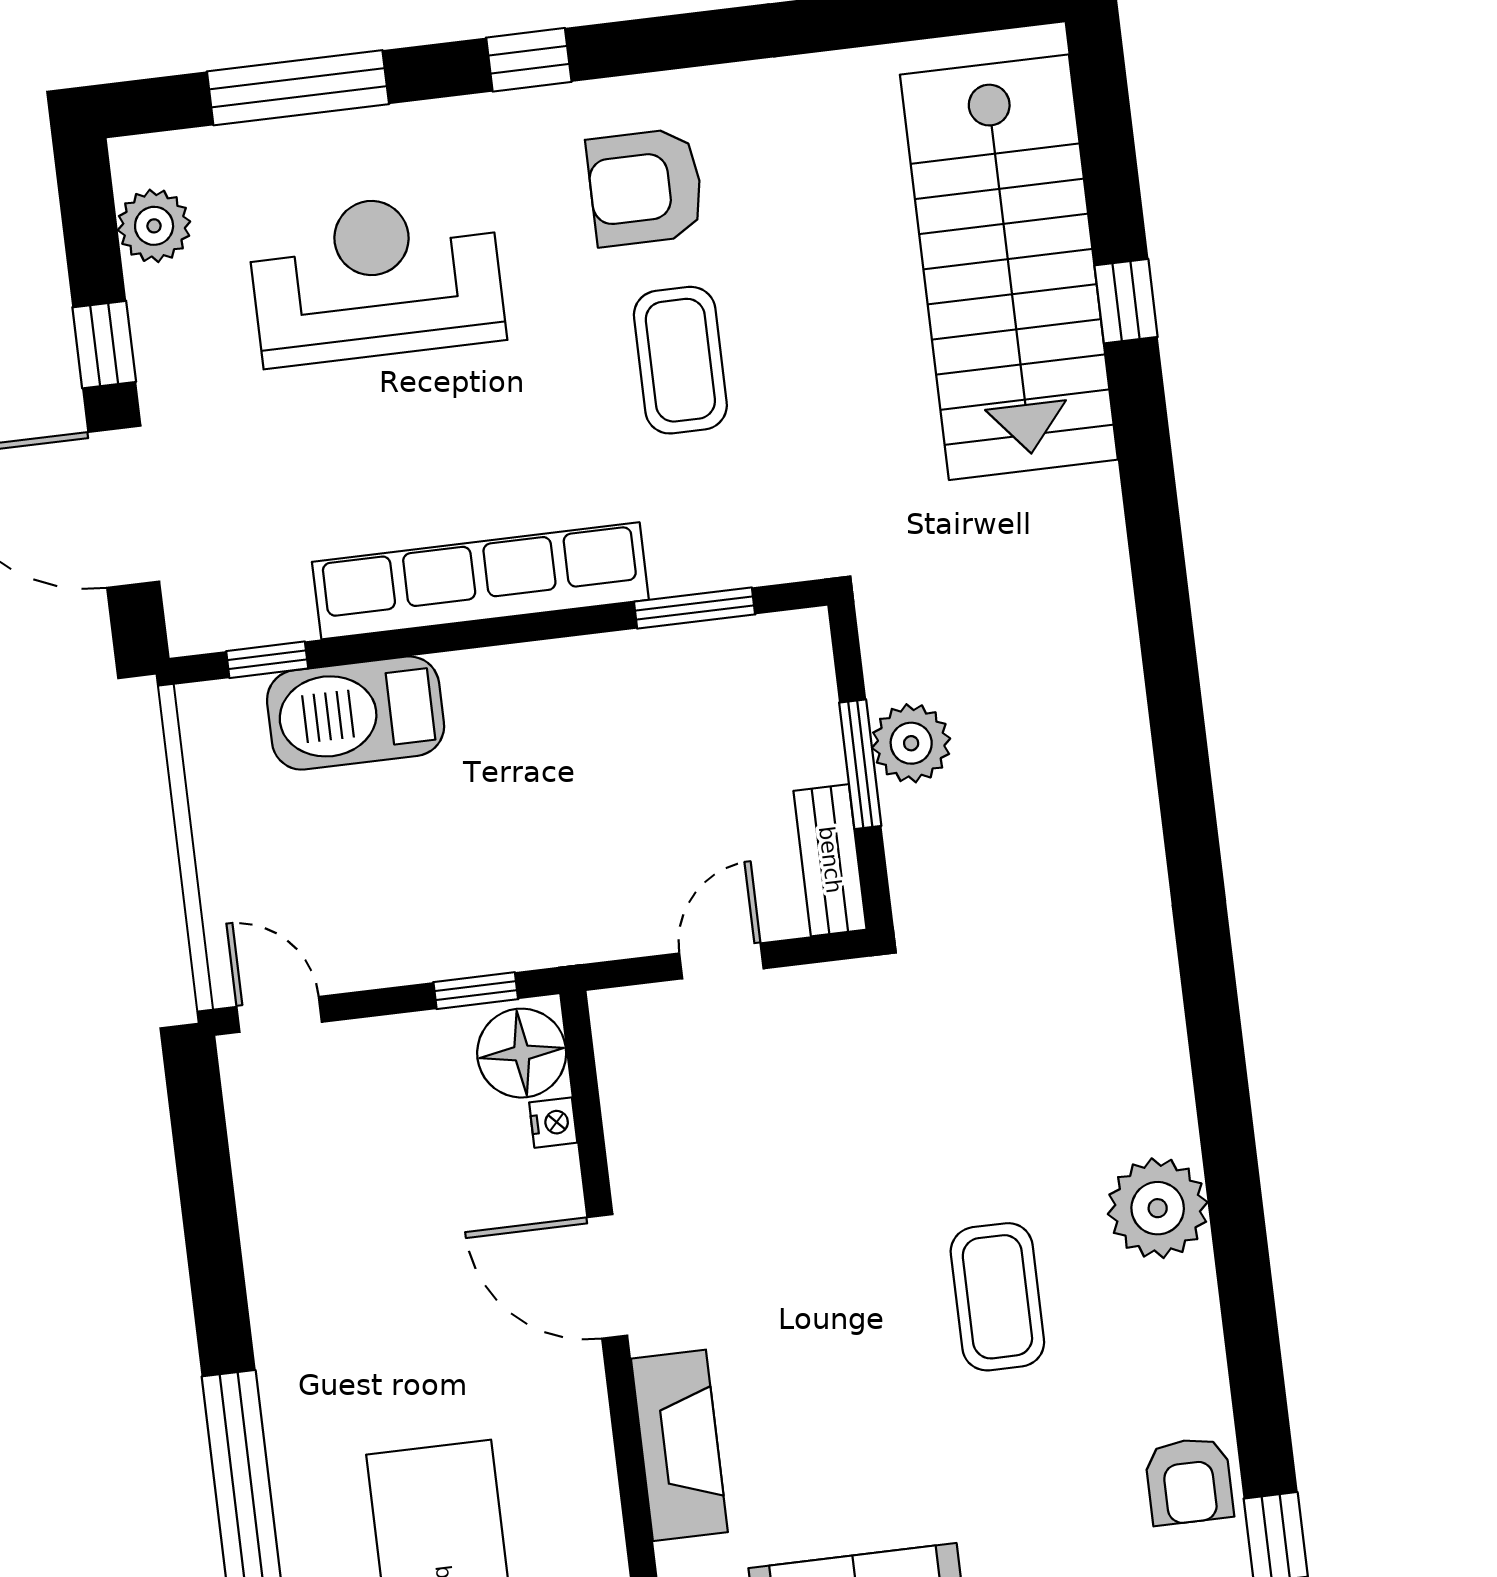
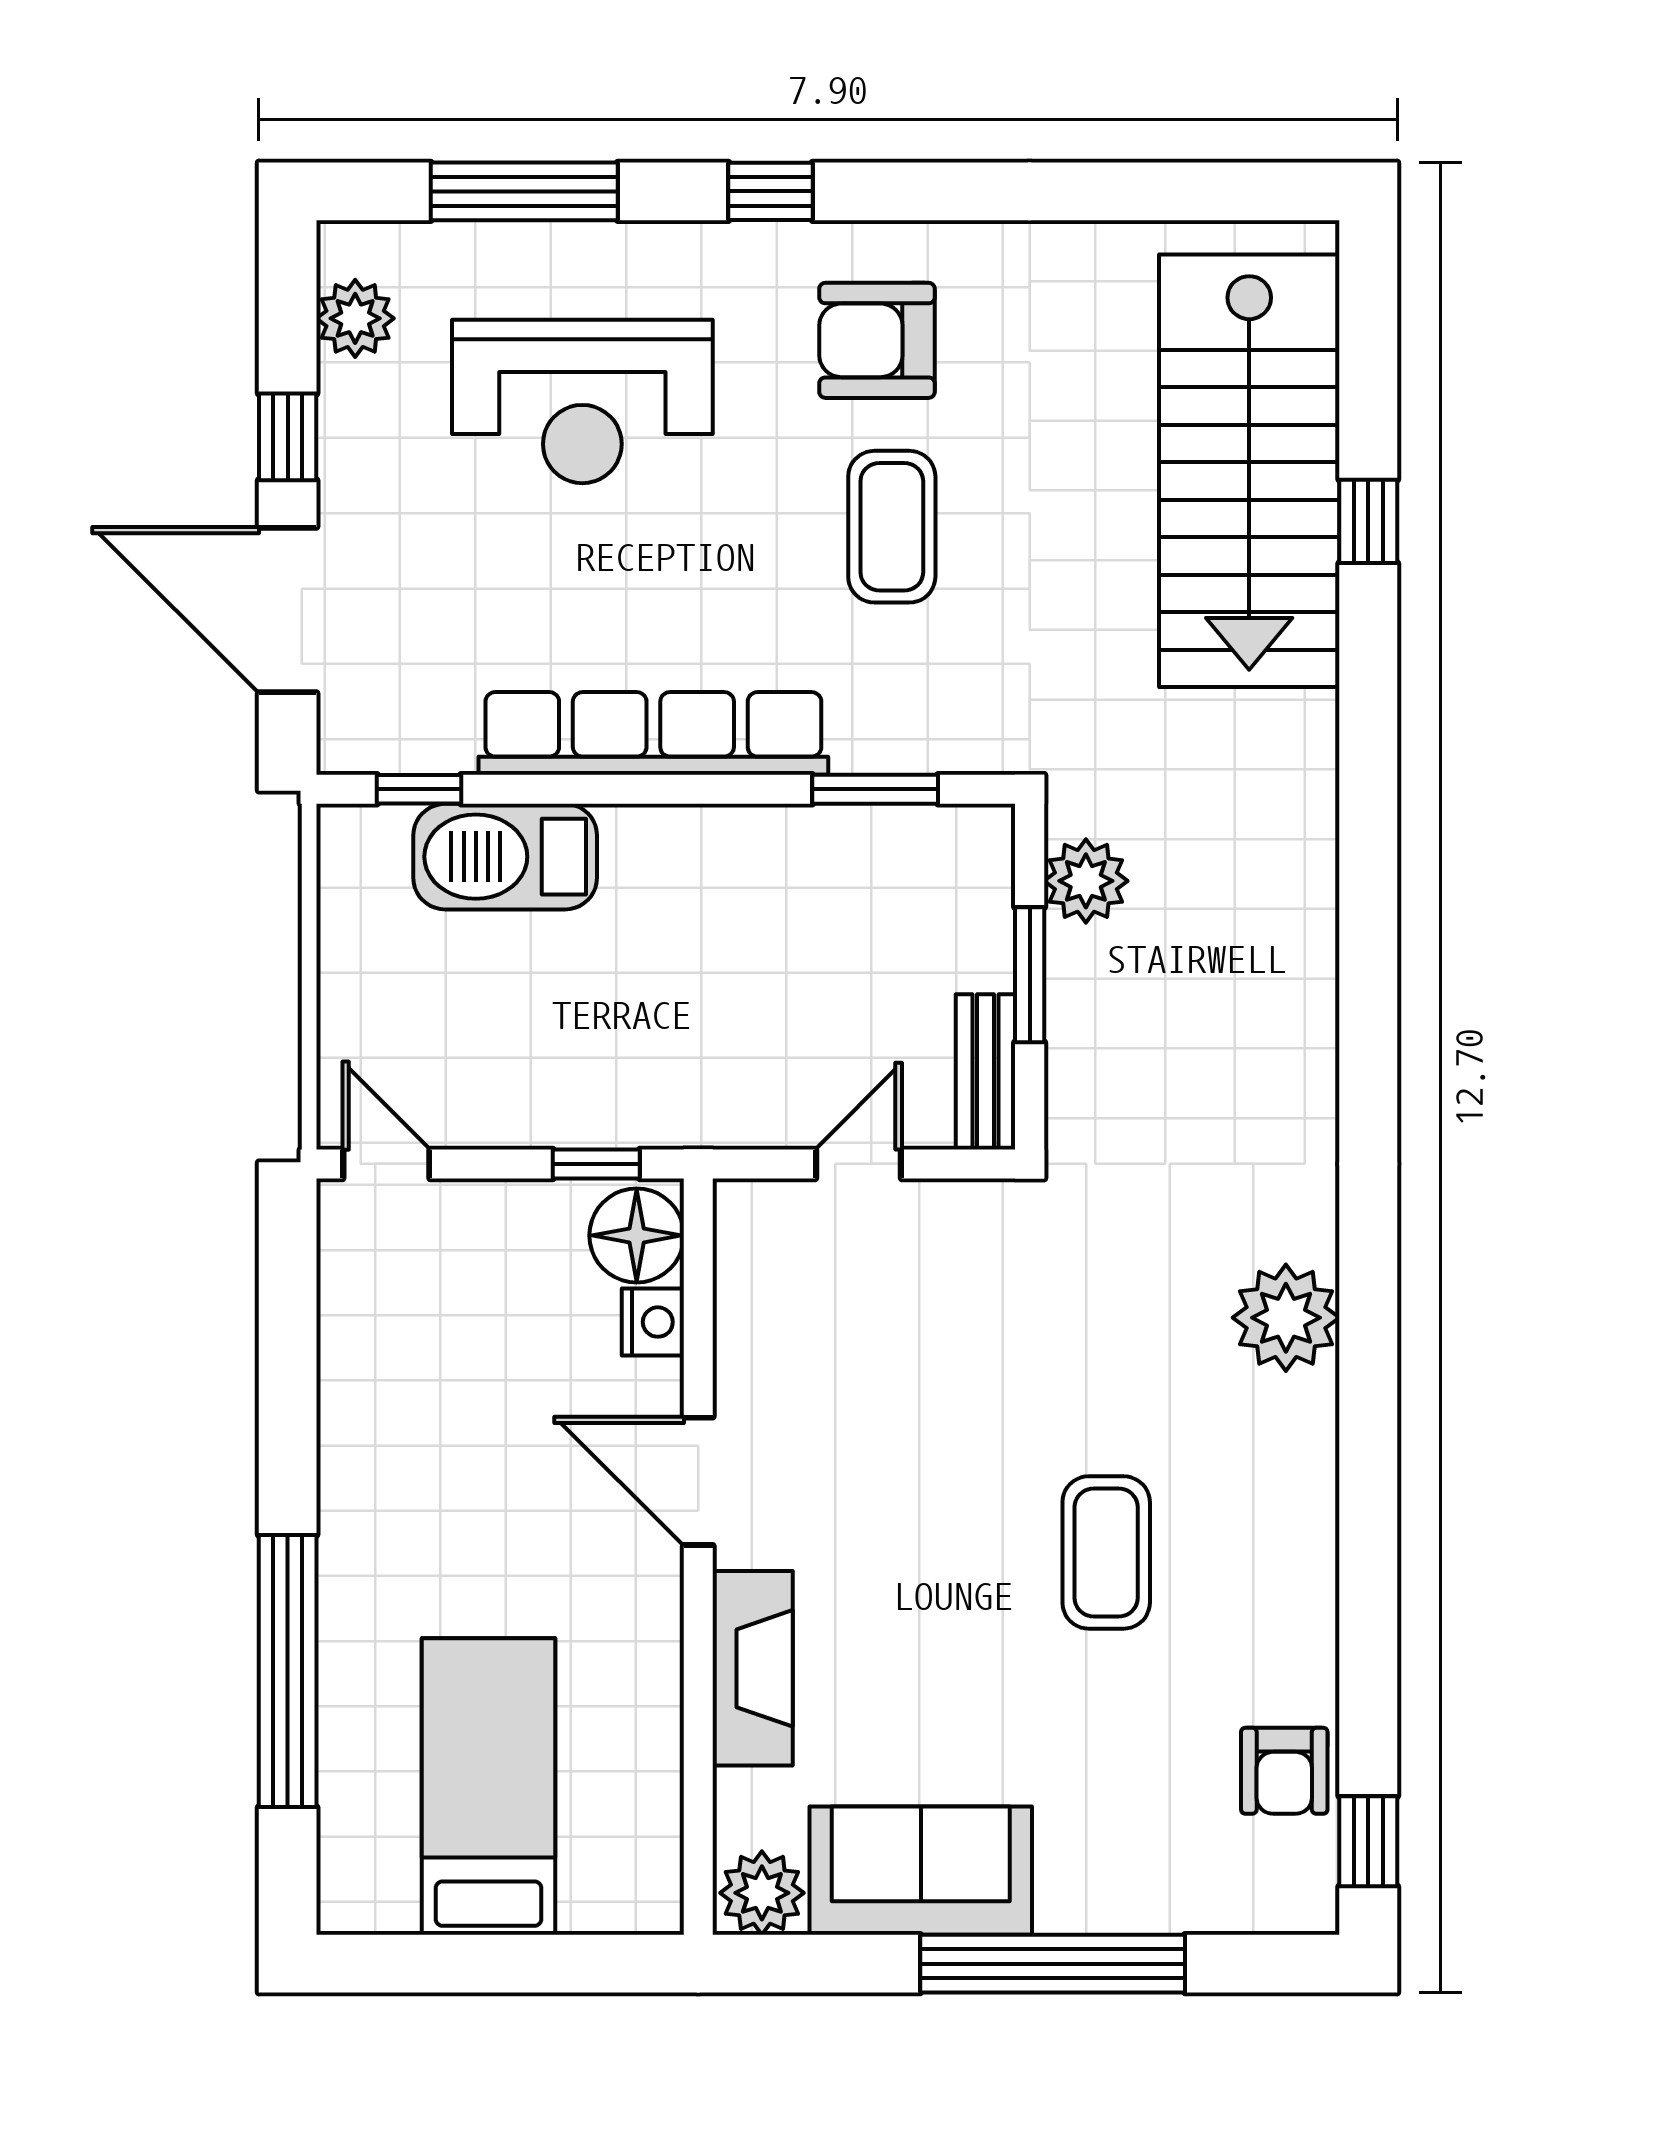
reception desk: (376, 278) -> (582, 401), turned 180
plant: (911, 743) -> (1086, 881), moved
nightstand: (553, 1123) -> (653, 1322), width x1.39, depth x1.35
plant: (1158, 1208) -> (1286, 1318), moved

